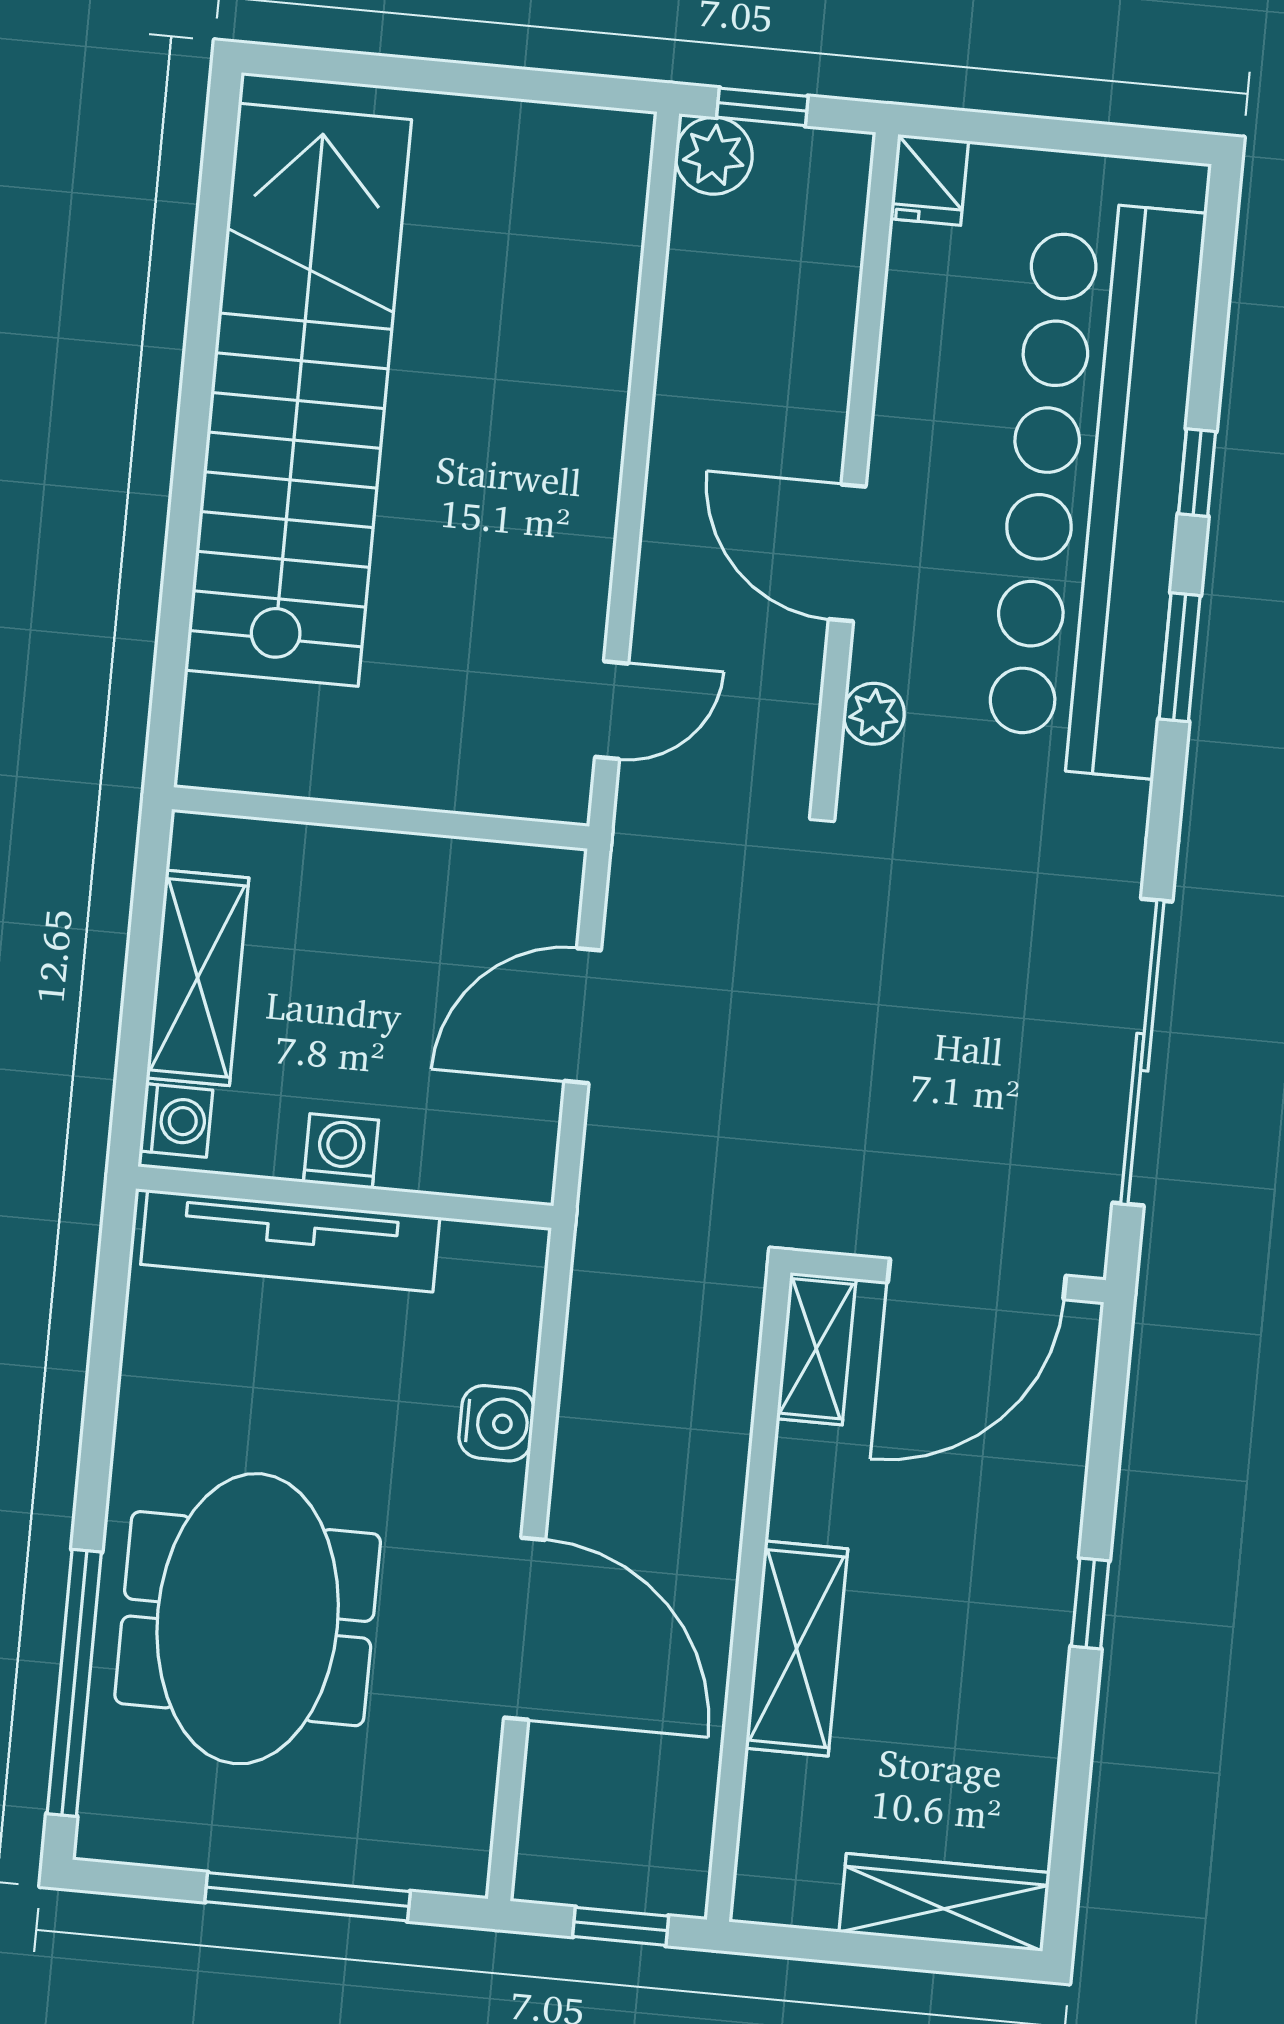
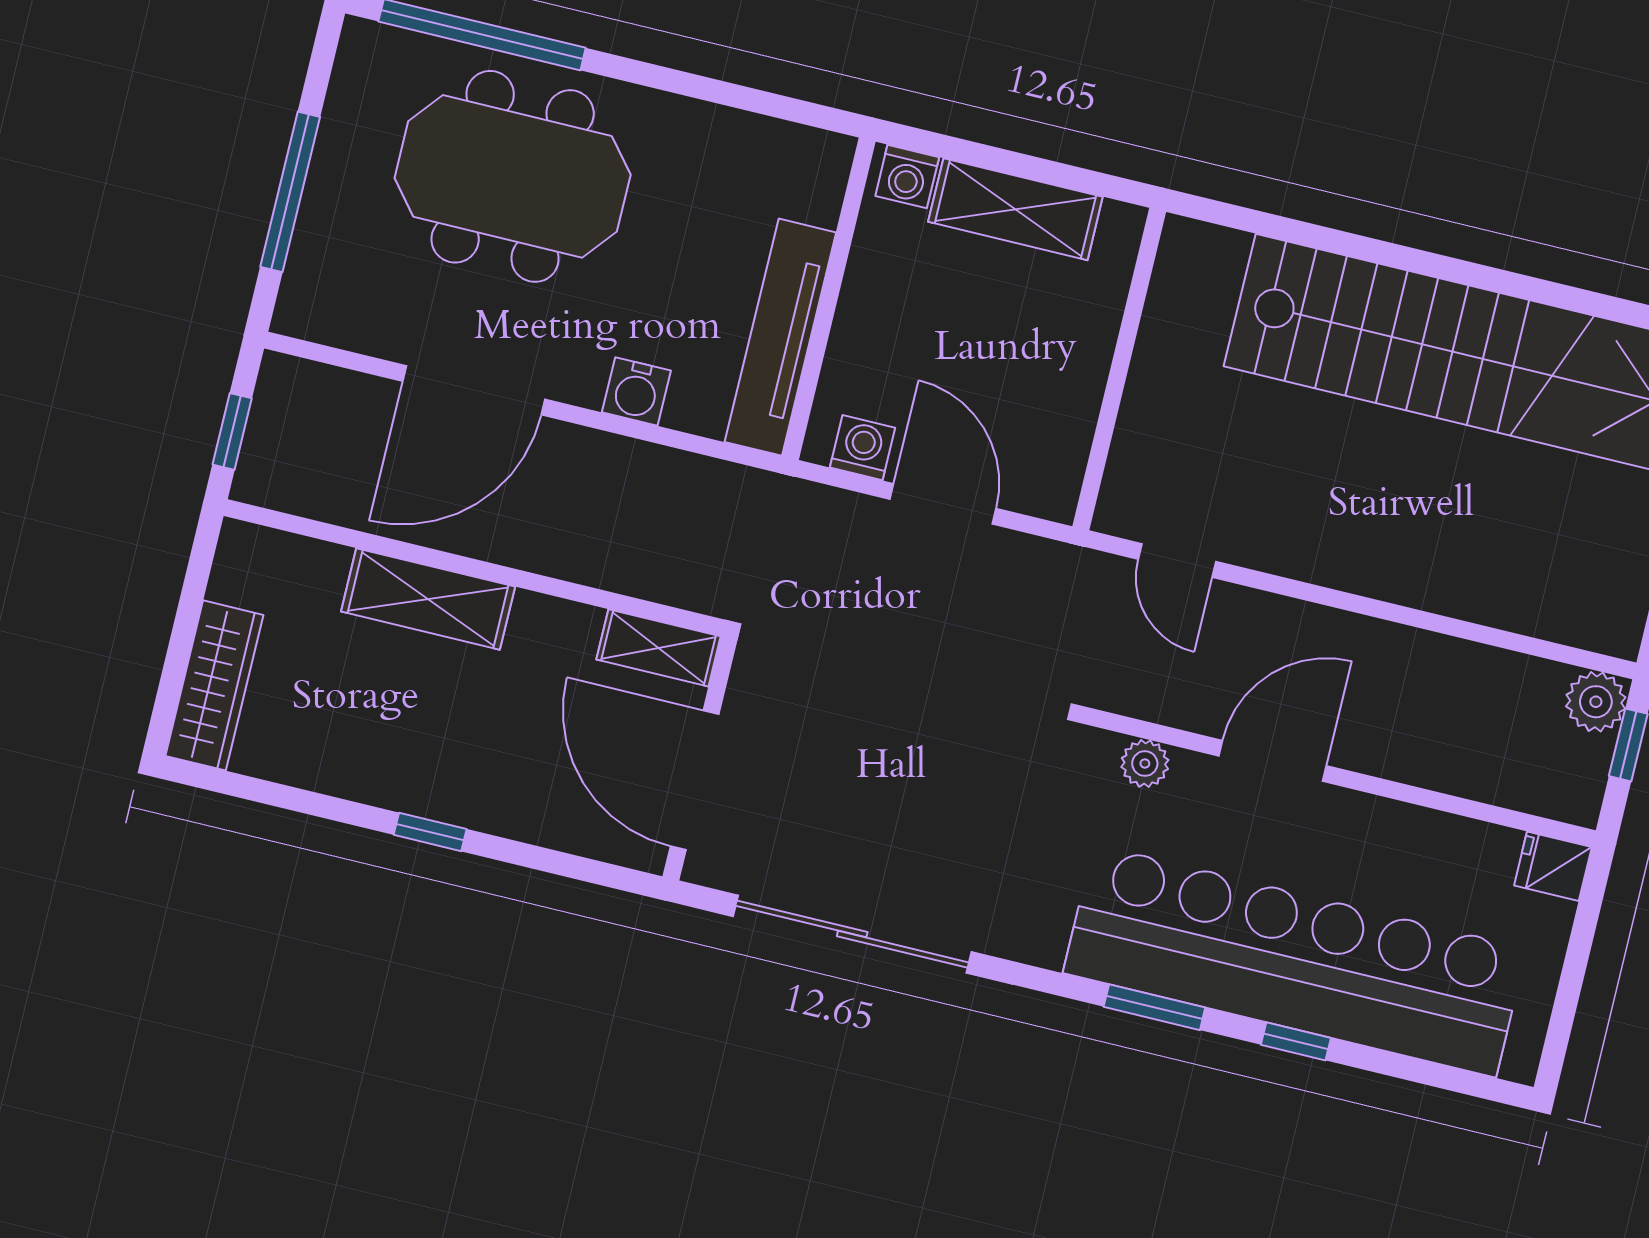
washing machine: (341, 1151) -> (862, 448), moved, turned -90
tv unit: (290, 1241) -> (780, 337), moved

